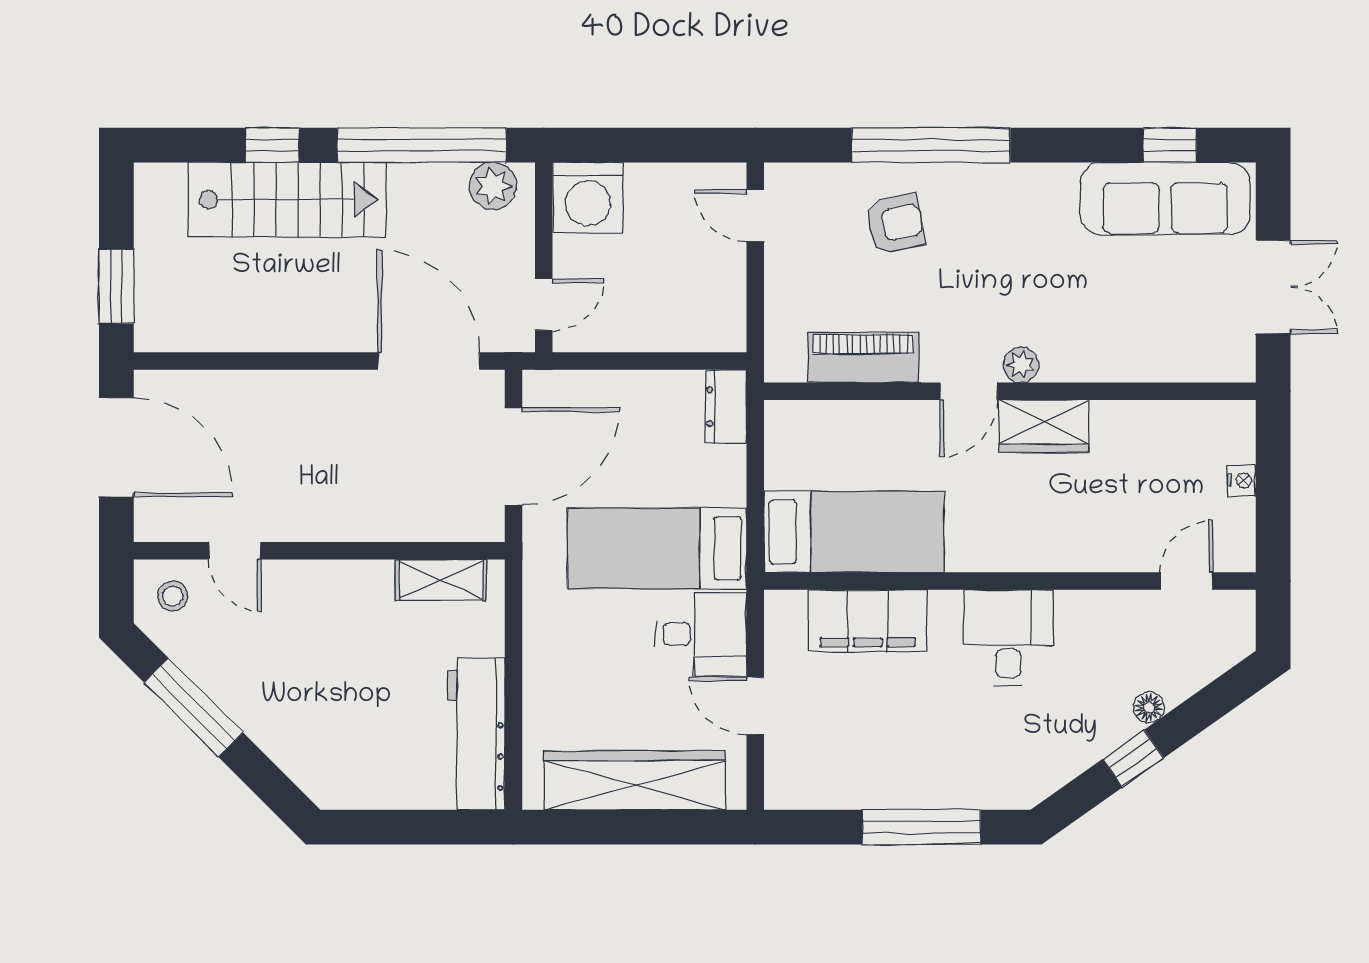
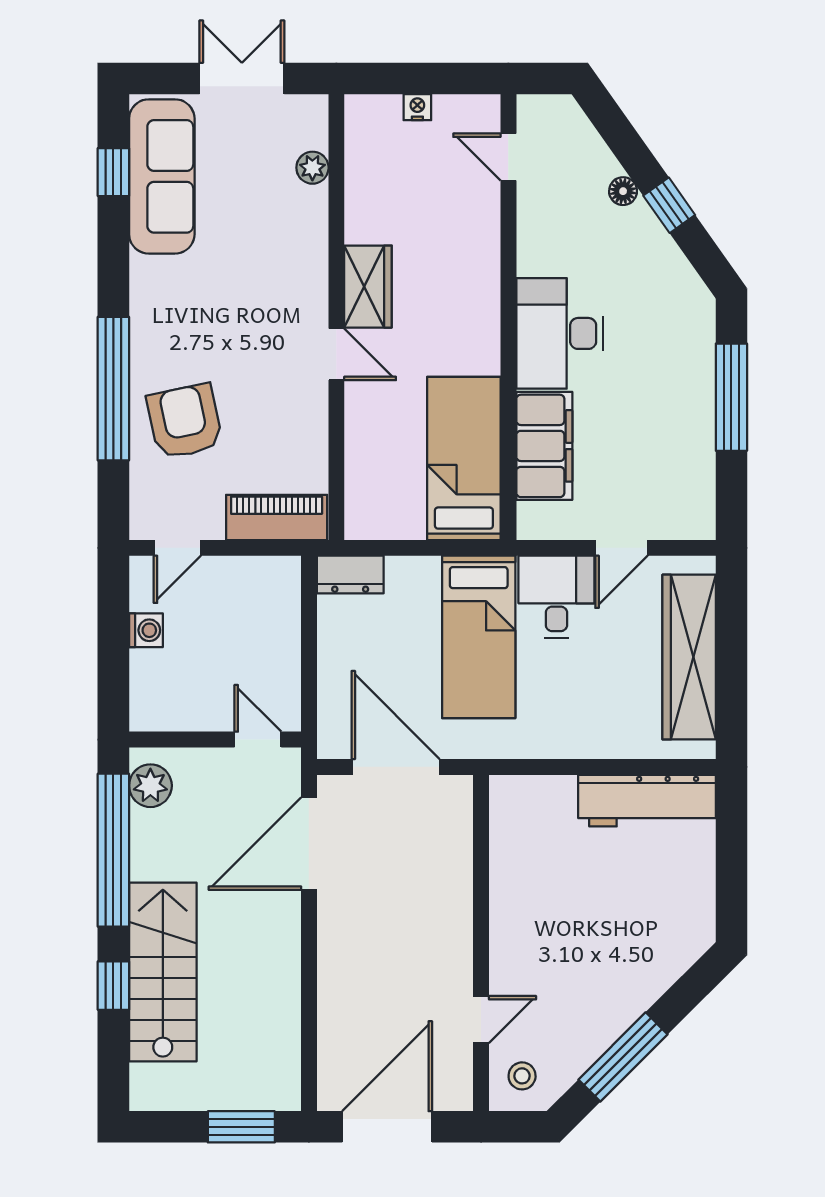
washing machine: (588, 198) -> (146, 630), moved, width x0.53, depth x0.53
armchair: (895, 224) -> (185, 421), width x1.38, depth x1.38
piano: (863, 358) -> (277, 517), moved, turned 90
plant: (1021, 365) -> (312, 168), moved
shelving: (441, 580) -> (507, 833), removed
desk: (1008, 638) -> (560, 333), width x1.37

